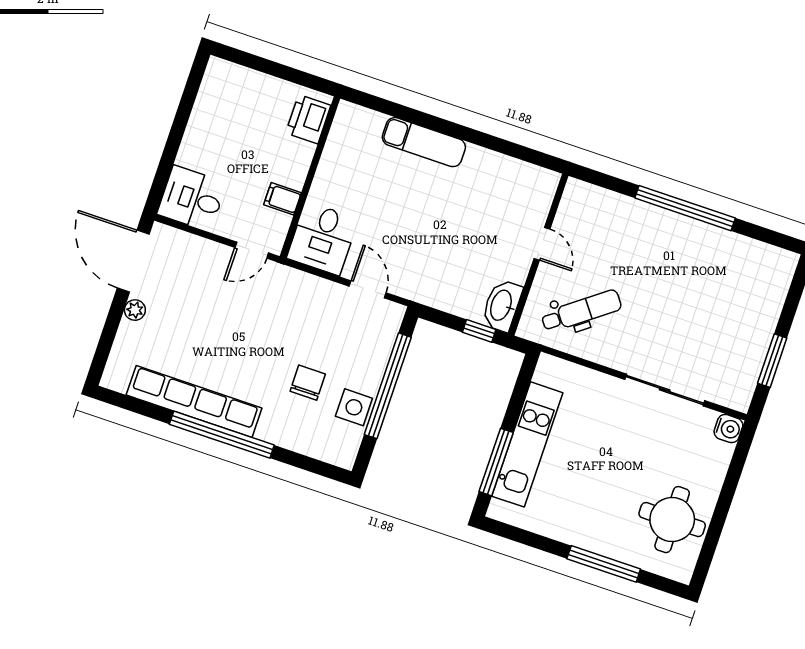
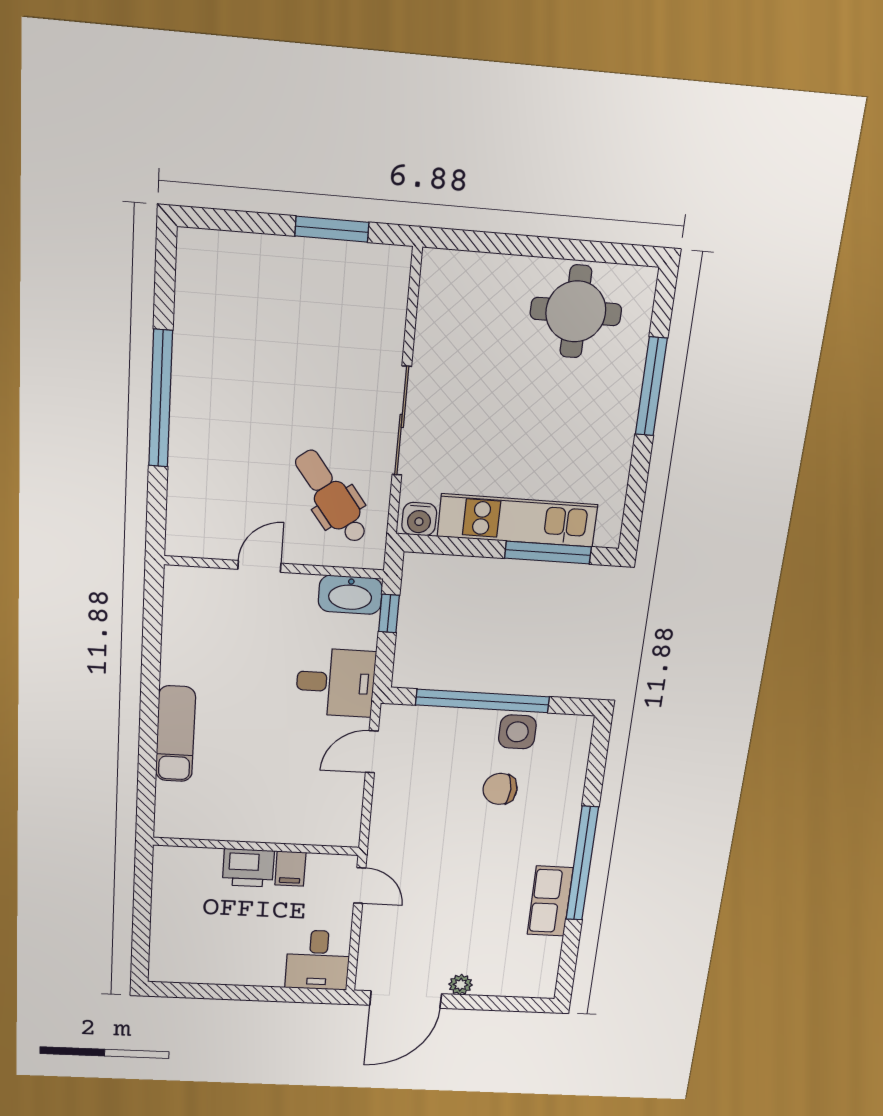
printer: (308, 119) -> (248, 868), moved
desk: (323, 239) -> (336, 682), moved
sliding door: (665, 390) -> (402, 421), moved
row of seats: (194, 401) -> (550, 901), width x0.50
water cooler: (728, 429) -> (419, 519), moved, turned 180

